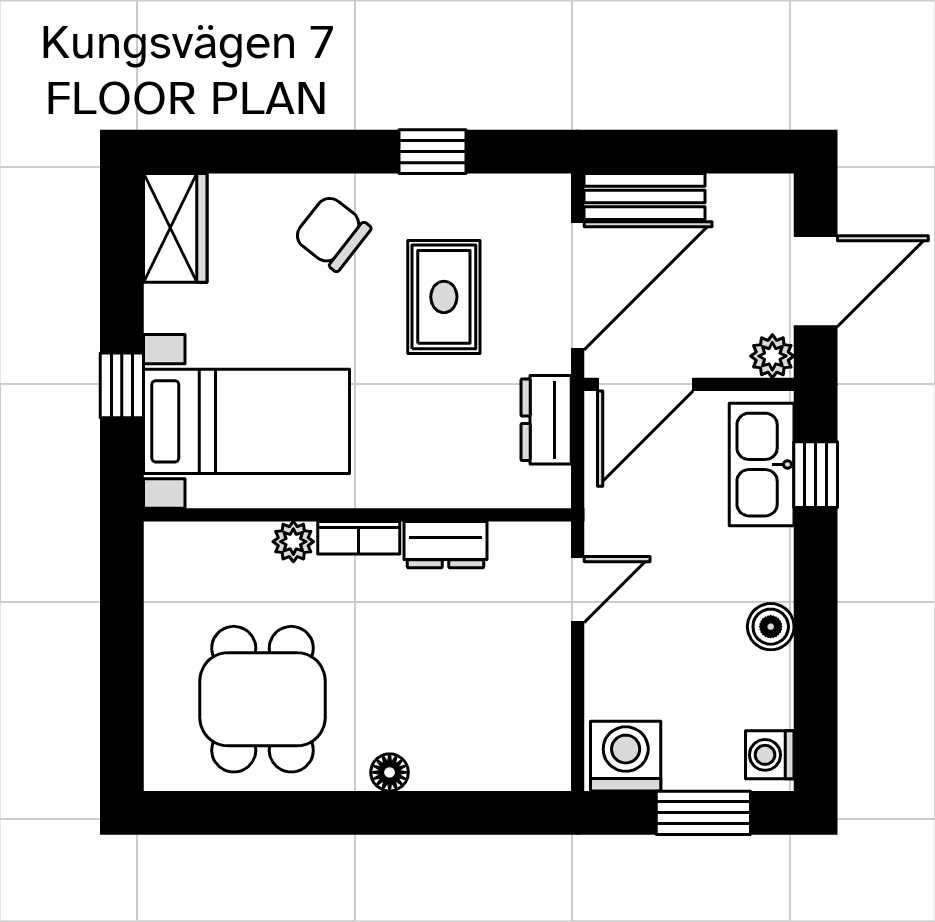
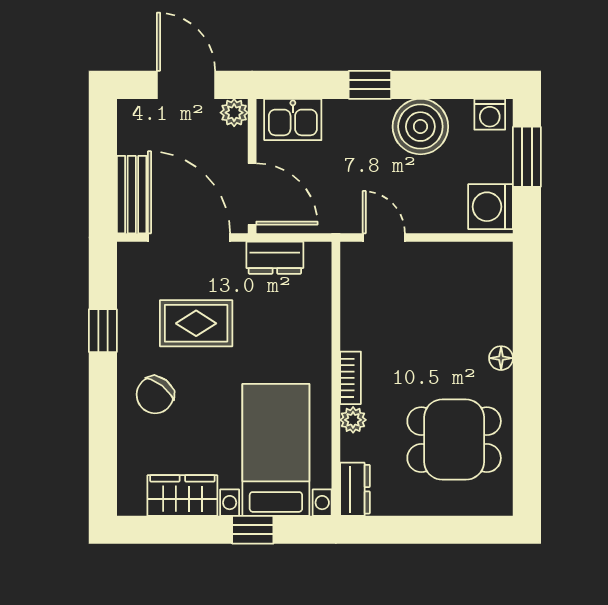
wardrobe: (175, 228) -> (182, 495), moved
kitchen sink: (762, 465) -> (293, 119), width x0.73
window: (816, 475) -> (370, 85), moved
dresser: (445, 545) -> (355, 489), moved
boiler: (771, 627) -> (420, 127), width x1.86, depth x1.86

